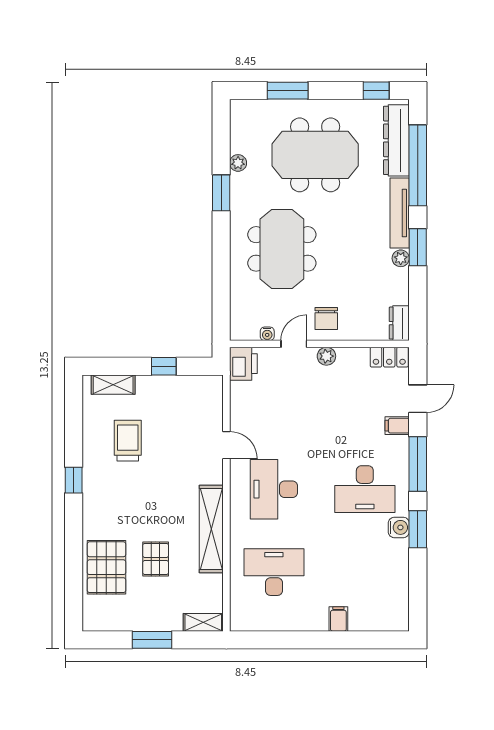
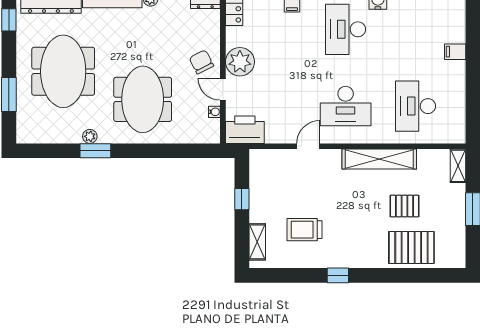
plant: (238, 163) -> (90, 136), moved
meeting table: (282, 249) -> (143, 99), turned 90
chair: (326, 318) -> (201, 62), turned -117
plant: (326, 356) -> (240, 62), width x1.87, depth x1.87
printer: (243, 364) -> (245, 130), width x1.37, depth x1.19
desk: (365, 489) -> (346, 29), turned 180

